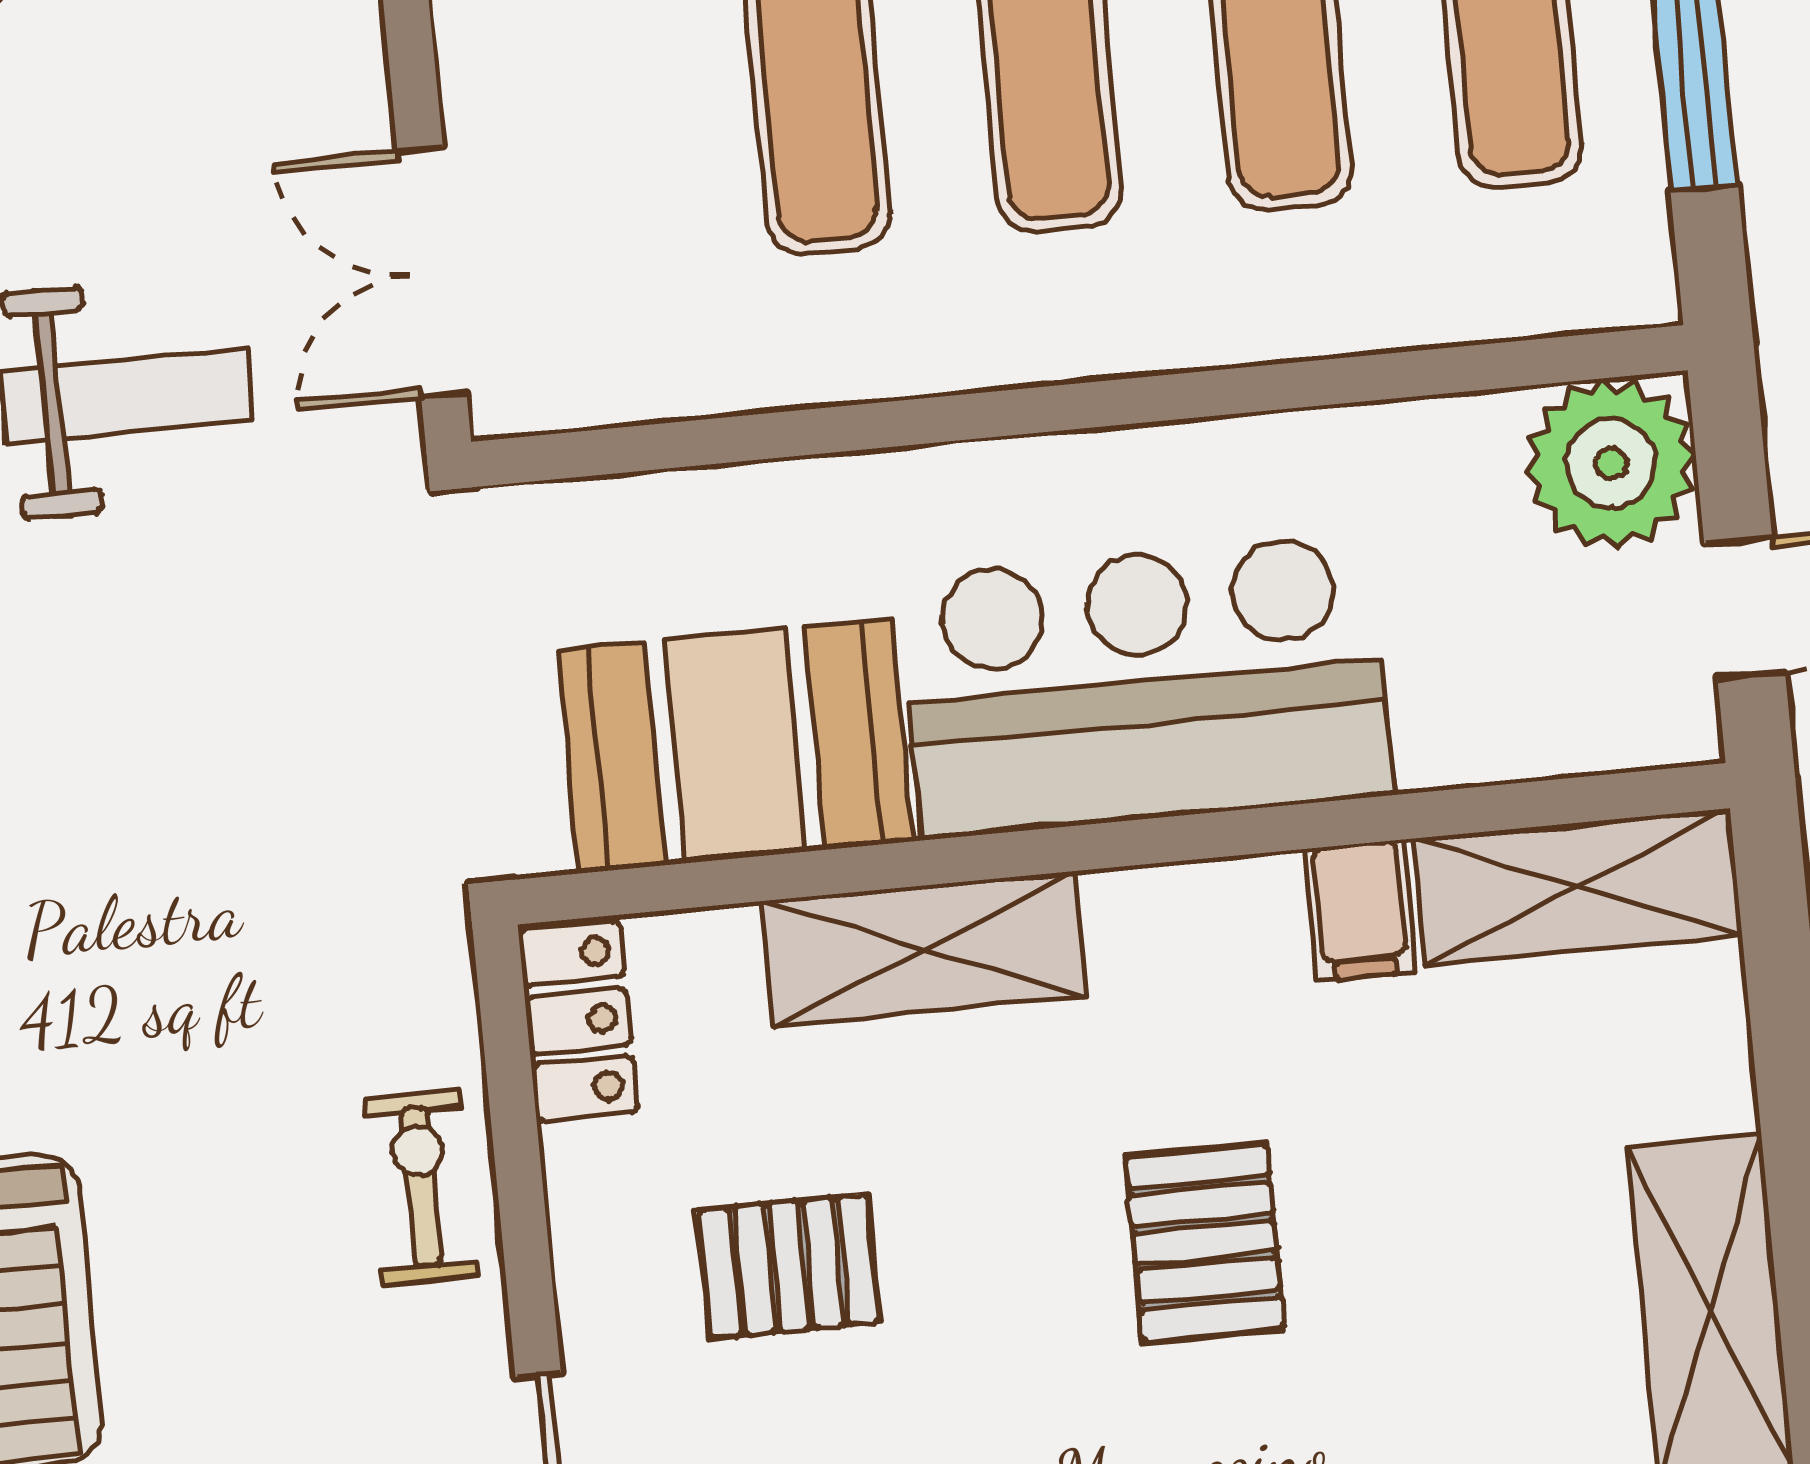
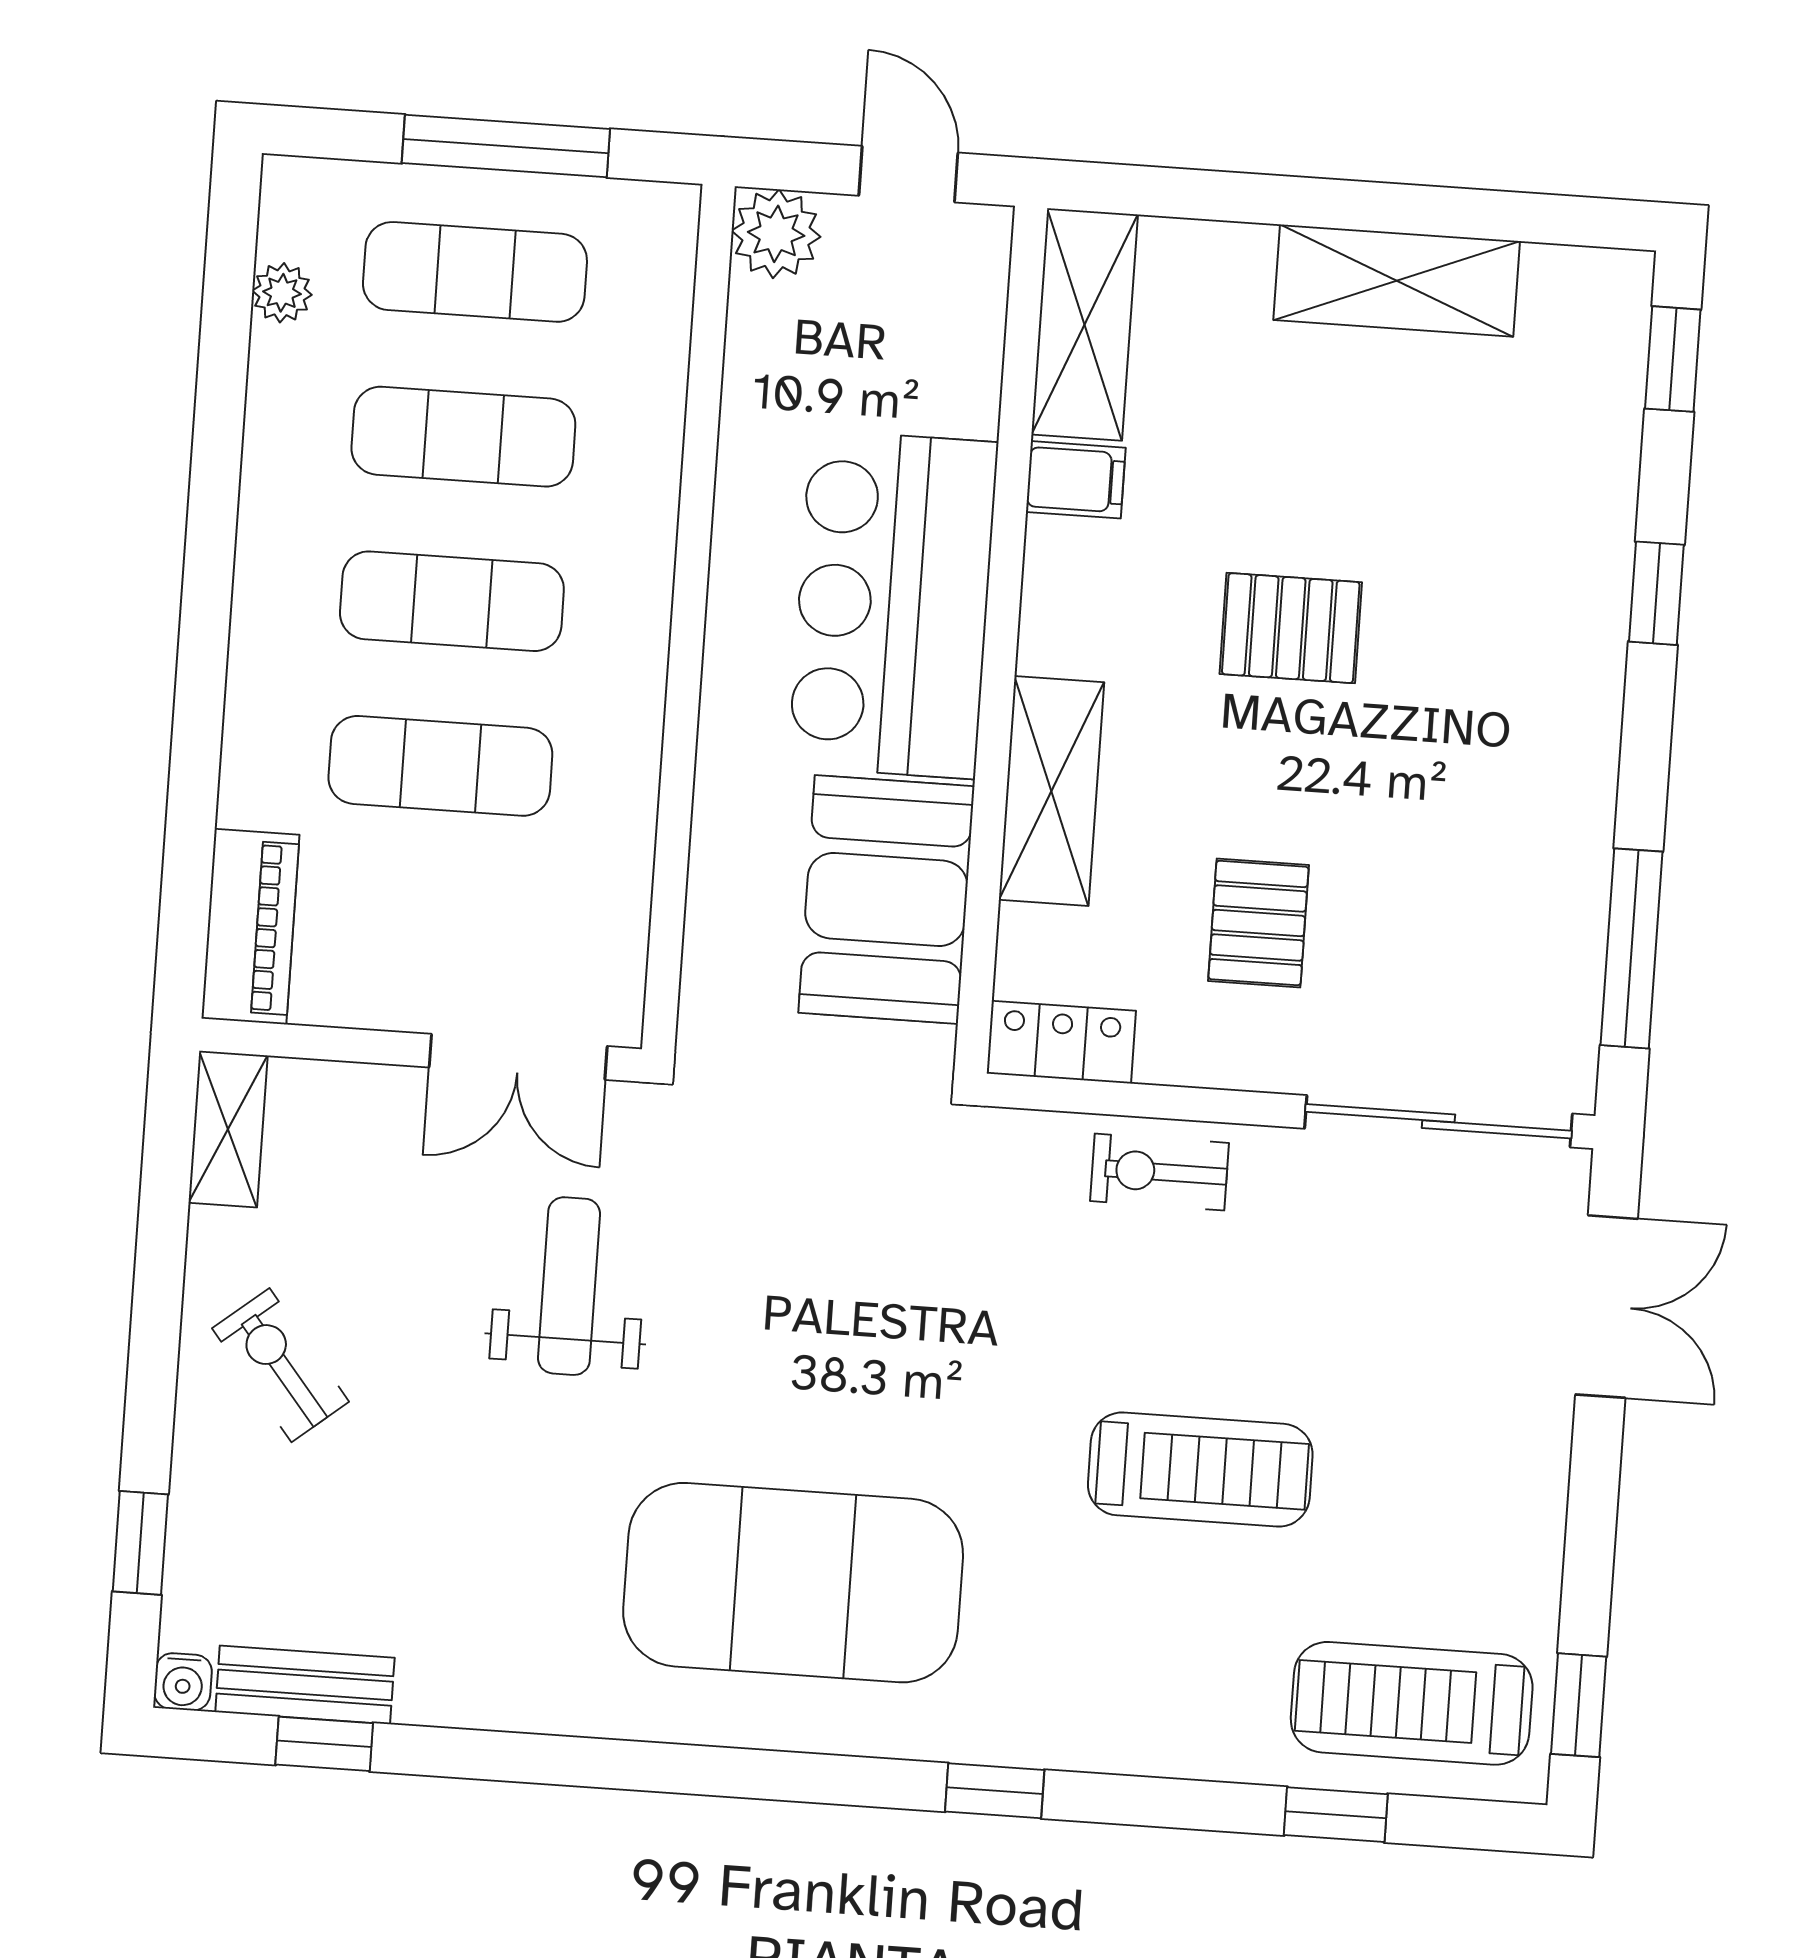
plant: (1611, 463) -> (776, 234), width x0.73, depth x0.73

